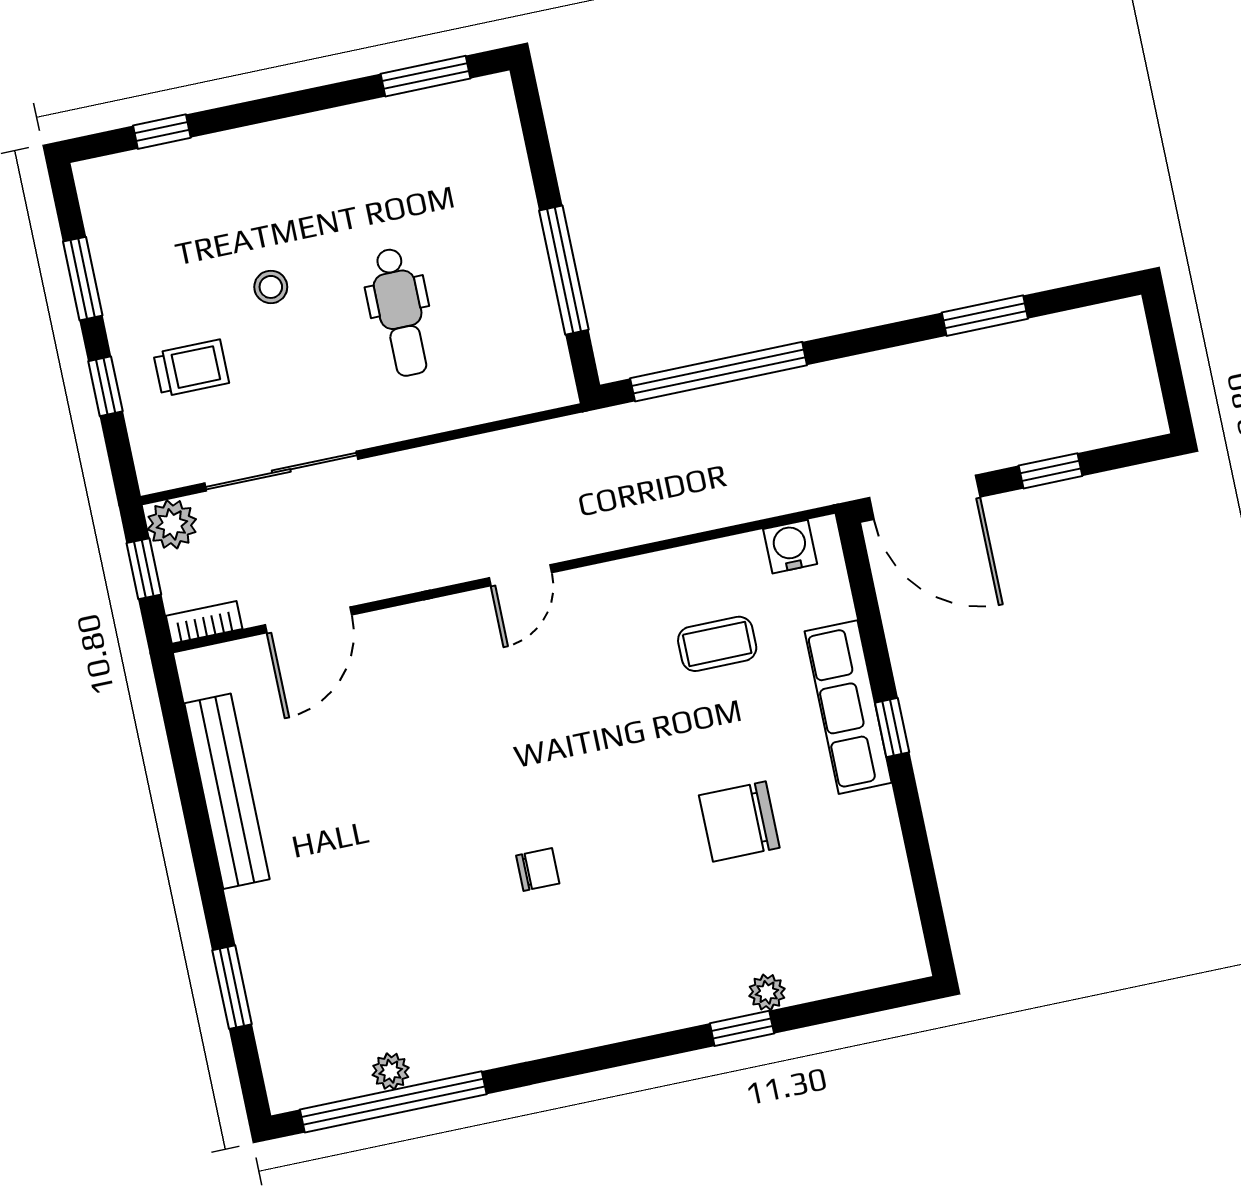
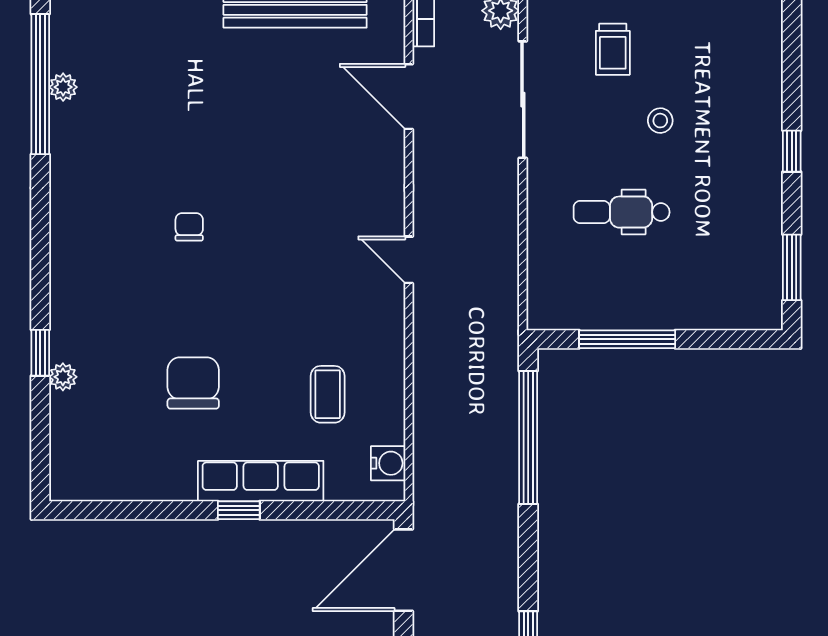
window: (162, 132) -> (792, 151), moved
chair: (538, 869) -> (189, 227), turned 180

